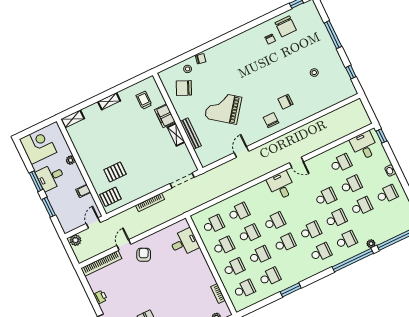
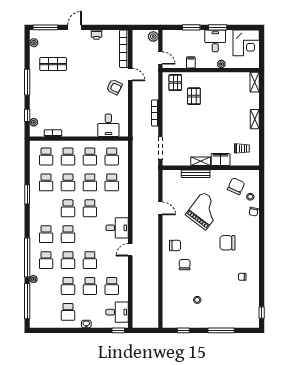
chair: (286, 26) -> (228, 243), moved

